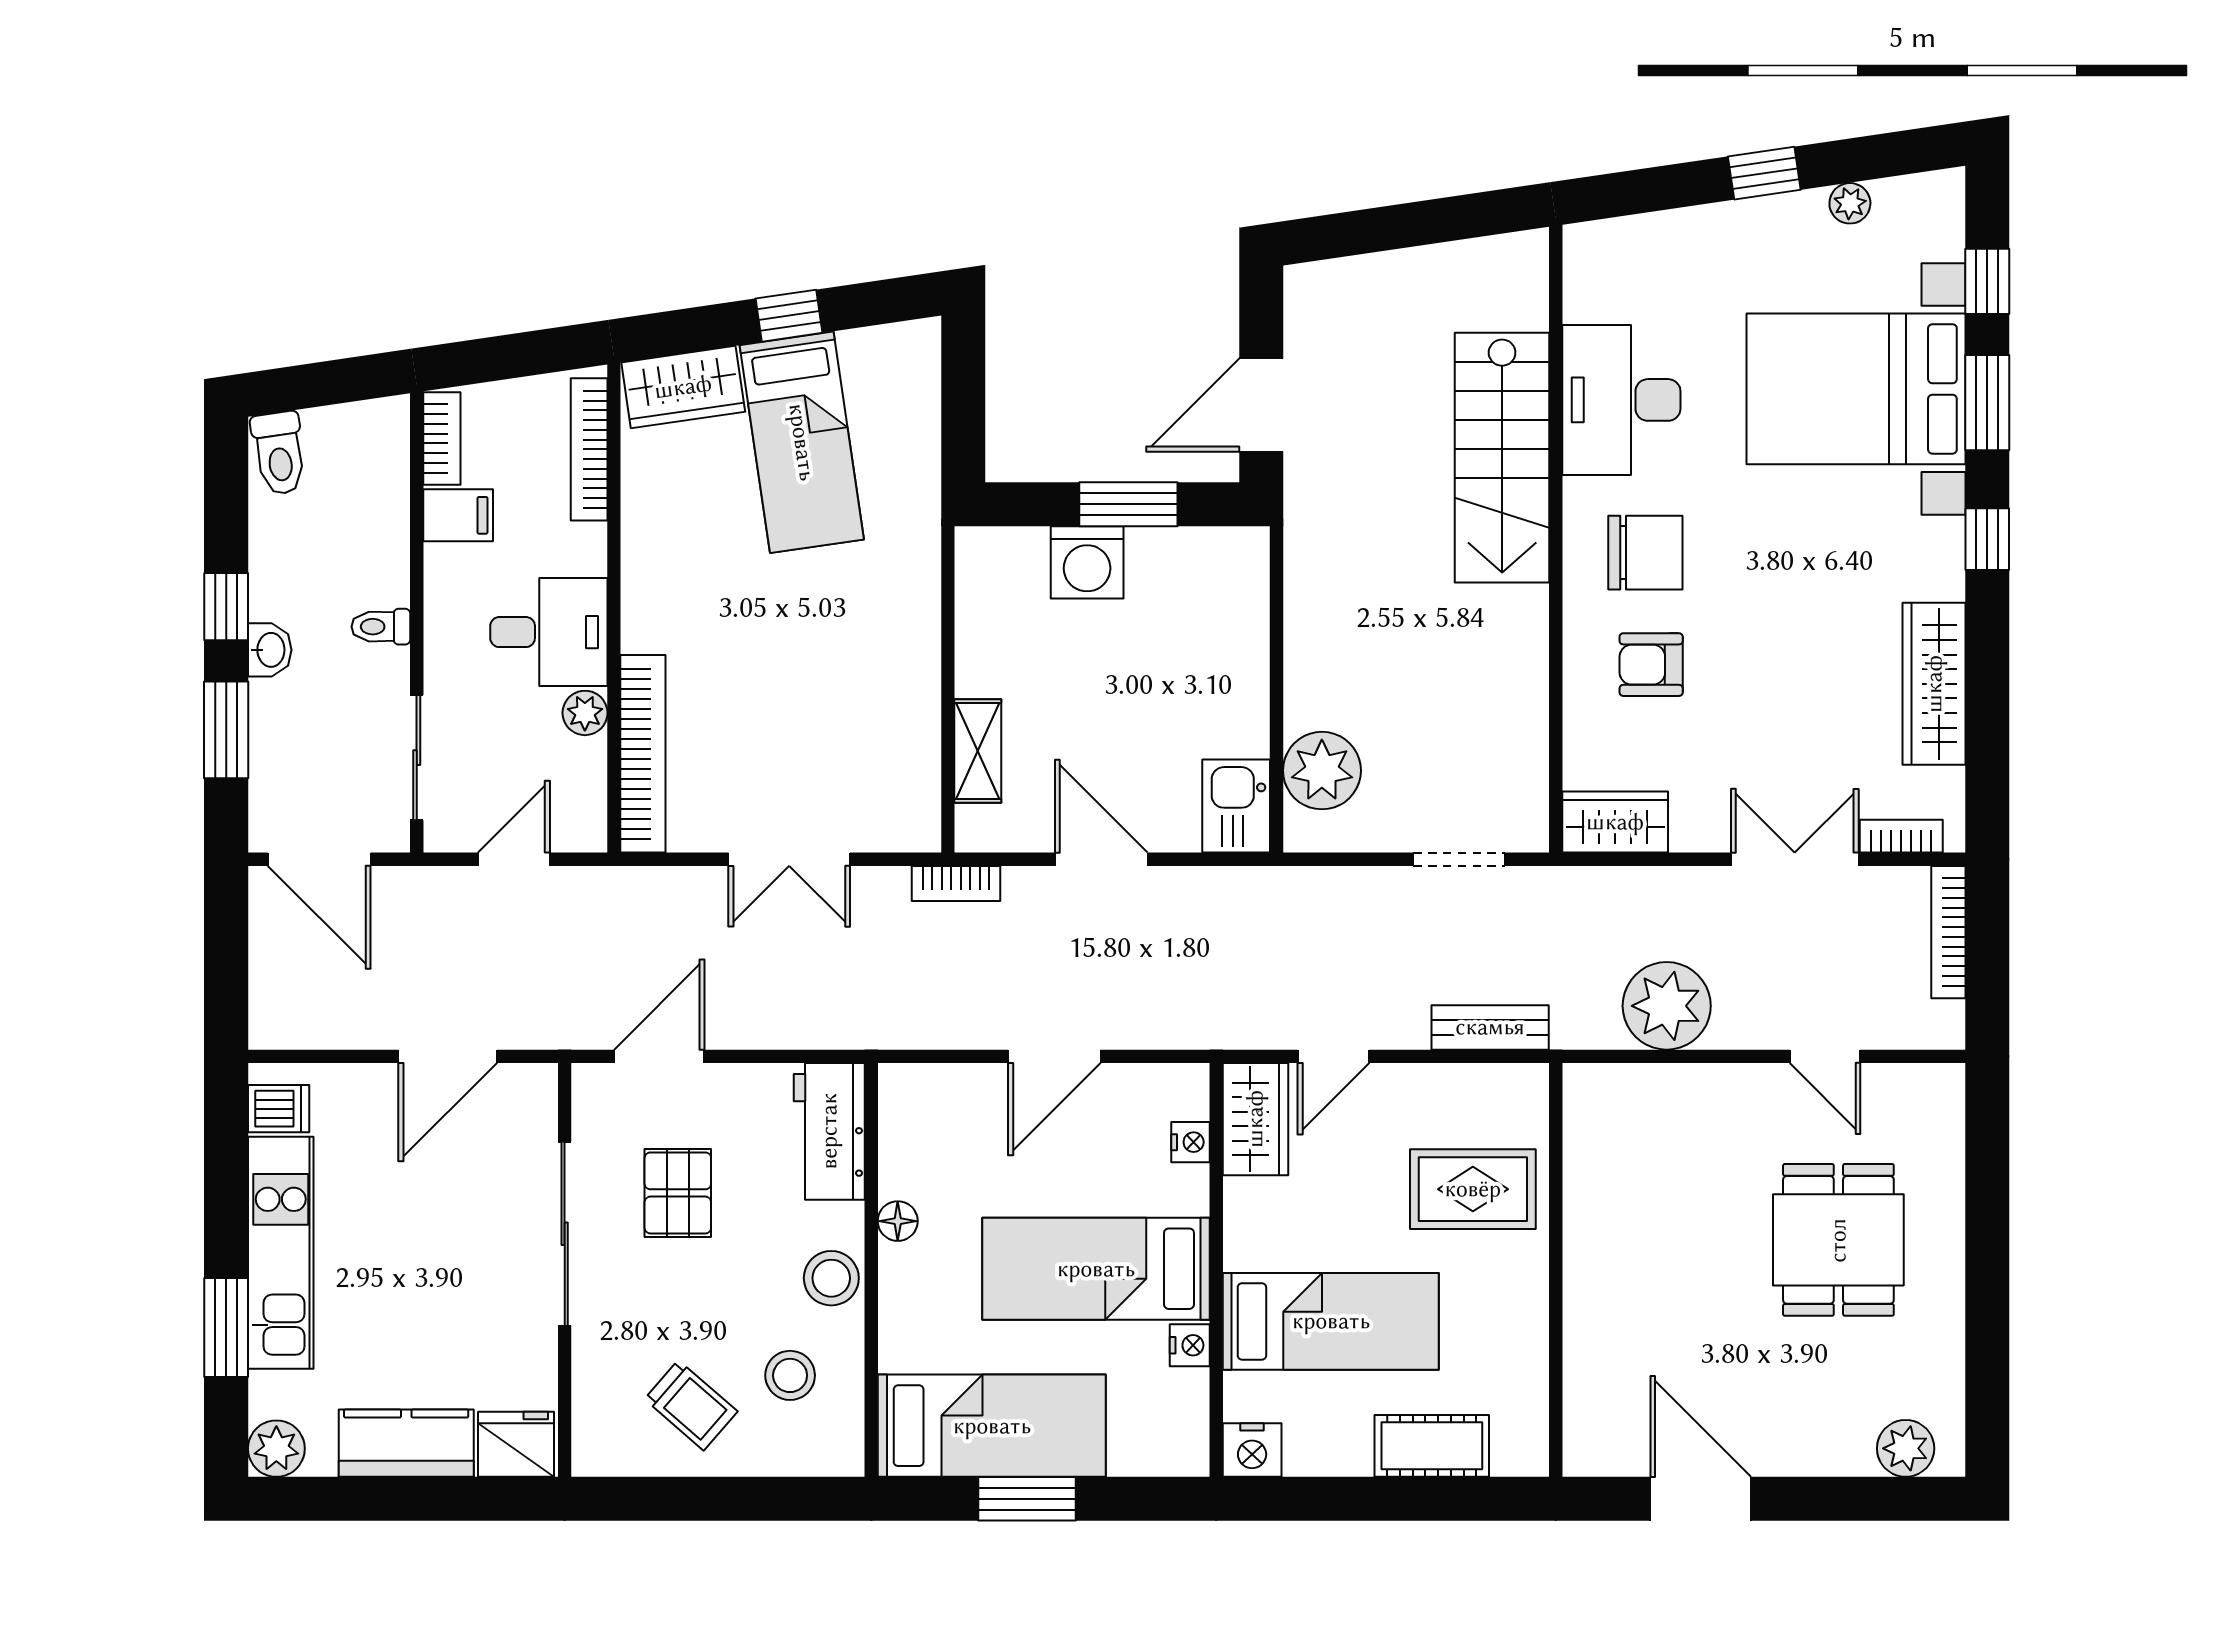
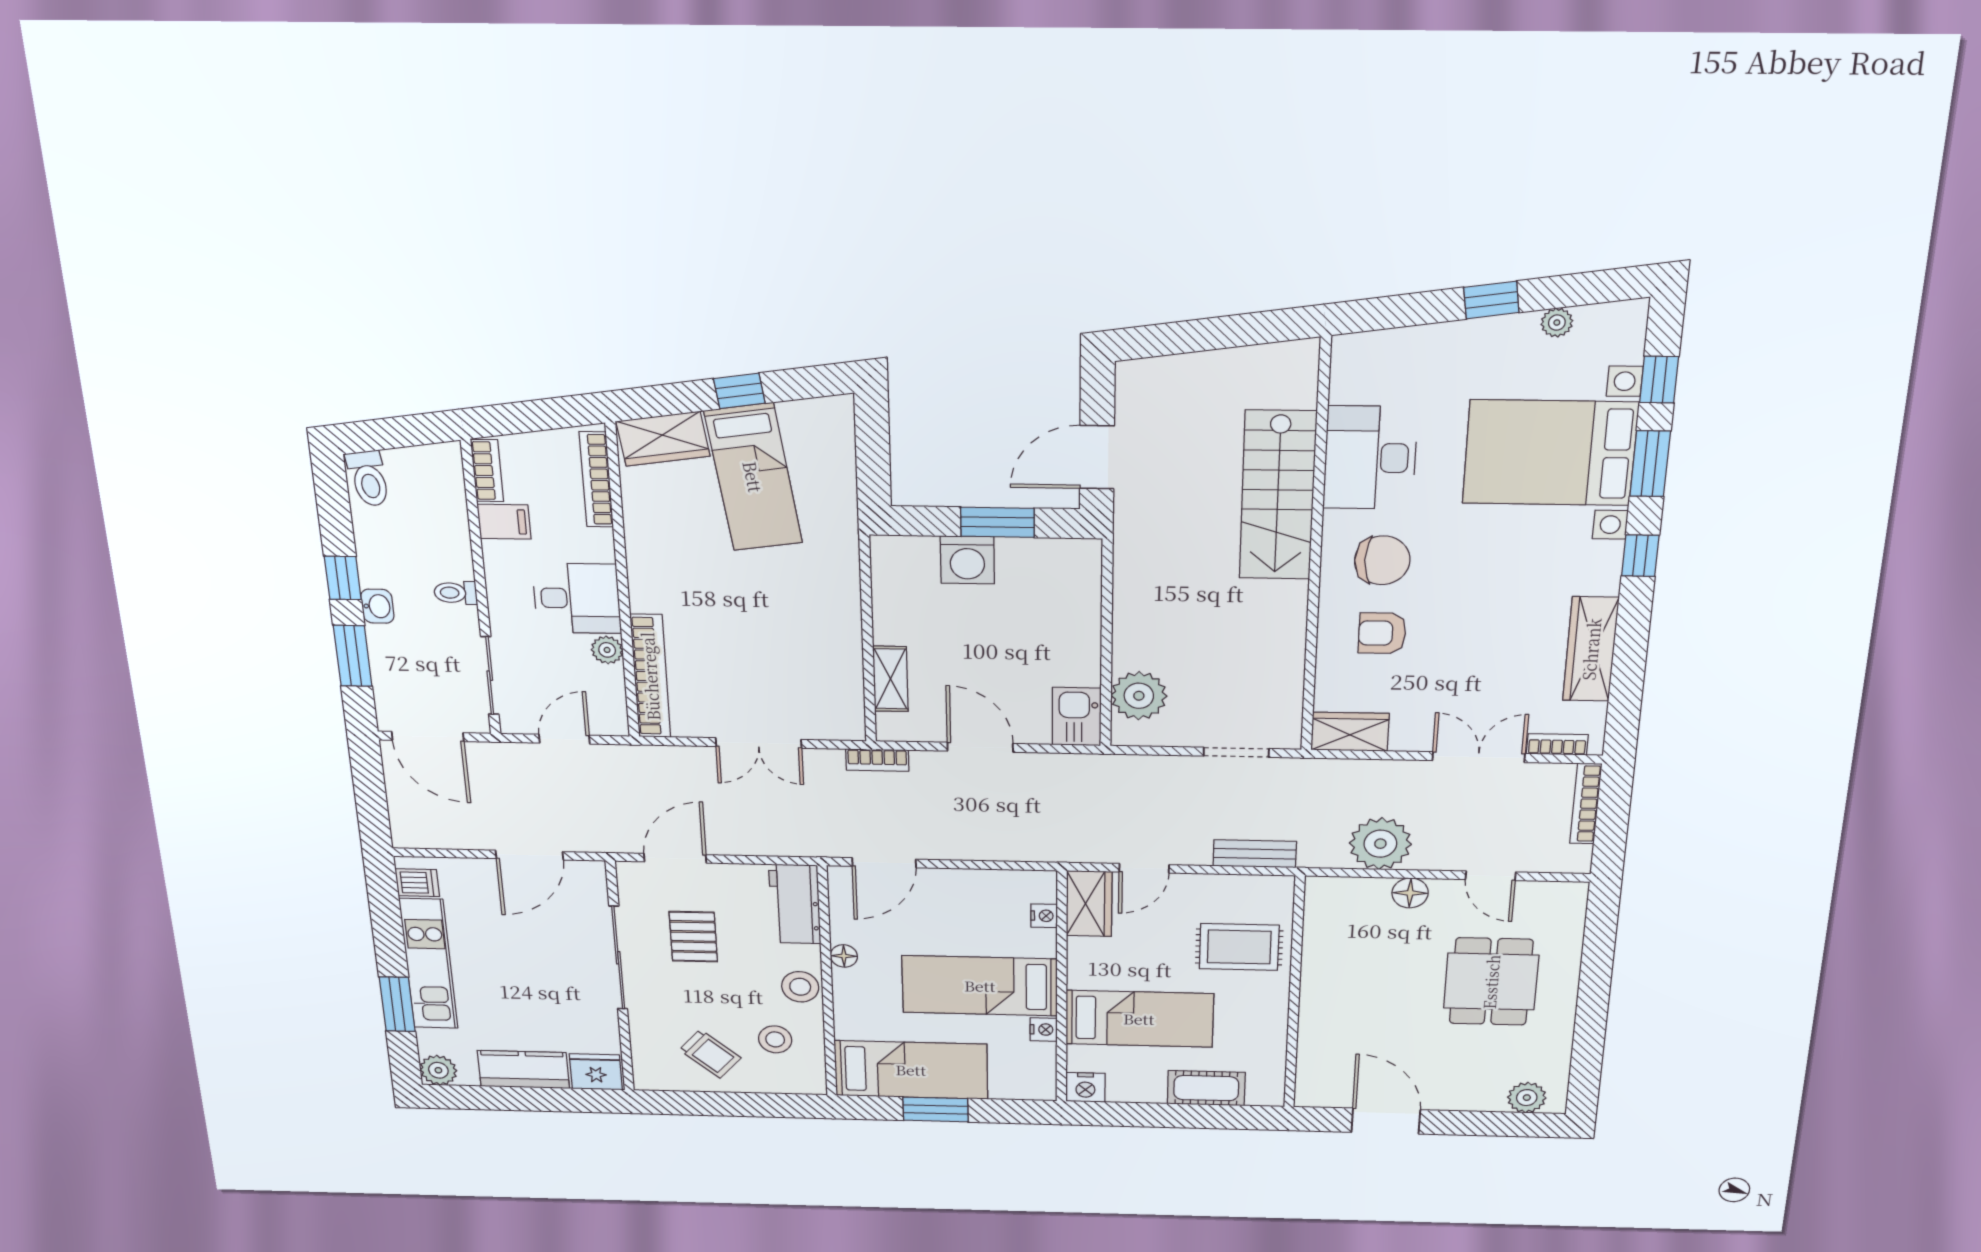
door: (1054, 1056) -> (884, 863), moved
floor lamp: (1713, 1089) -> (1410, 893), added

